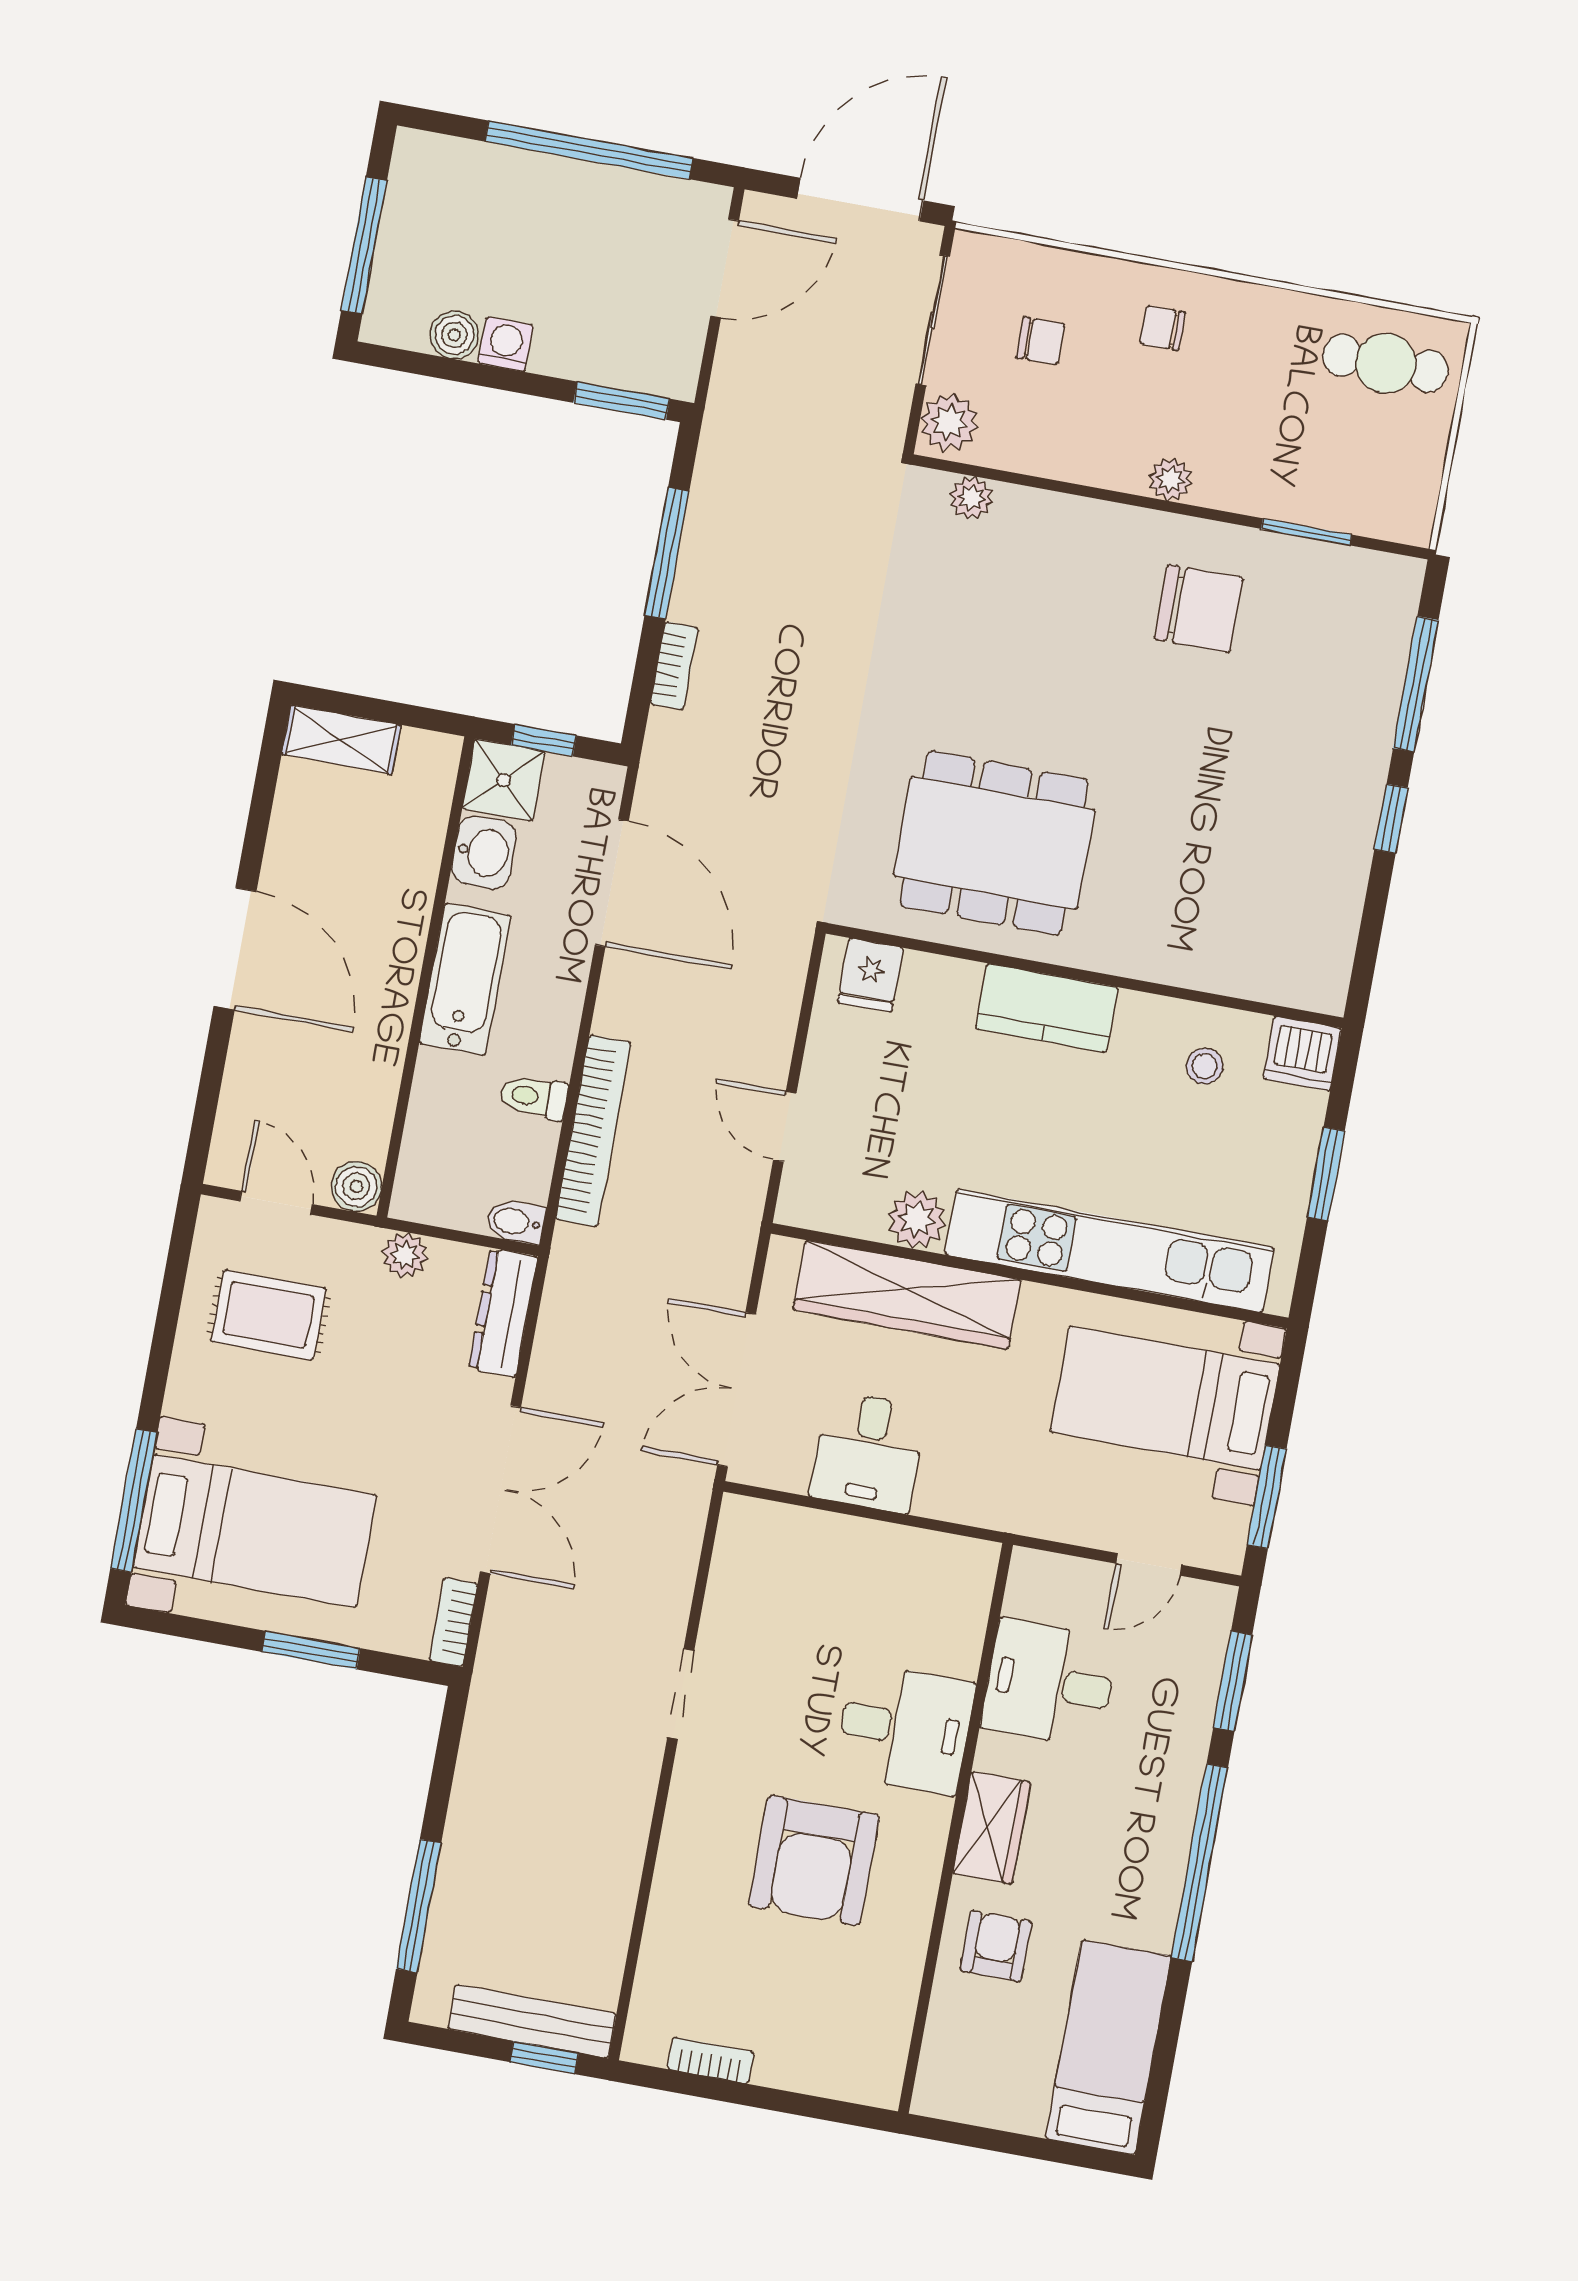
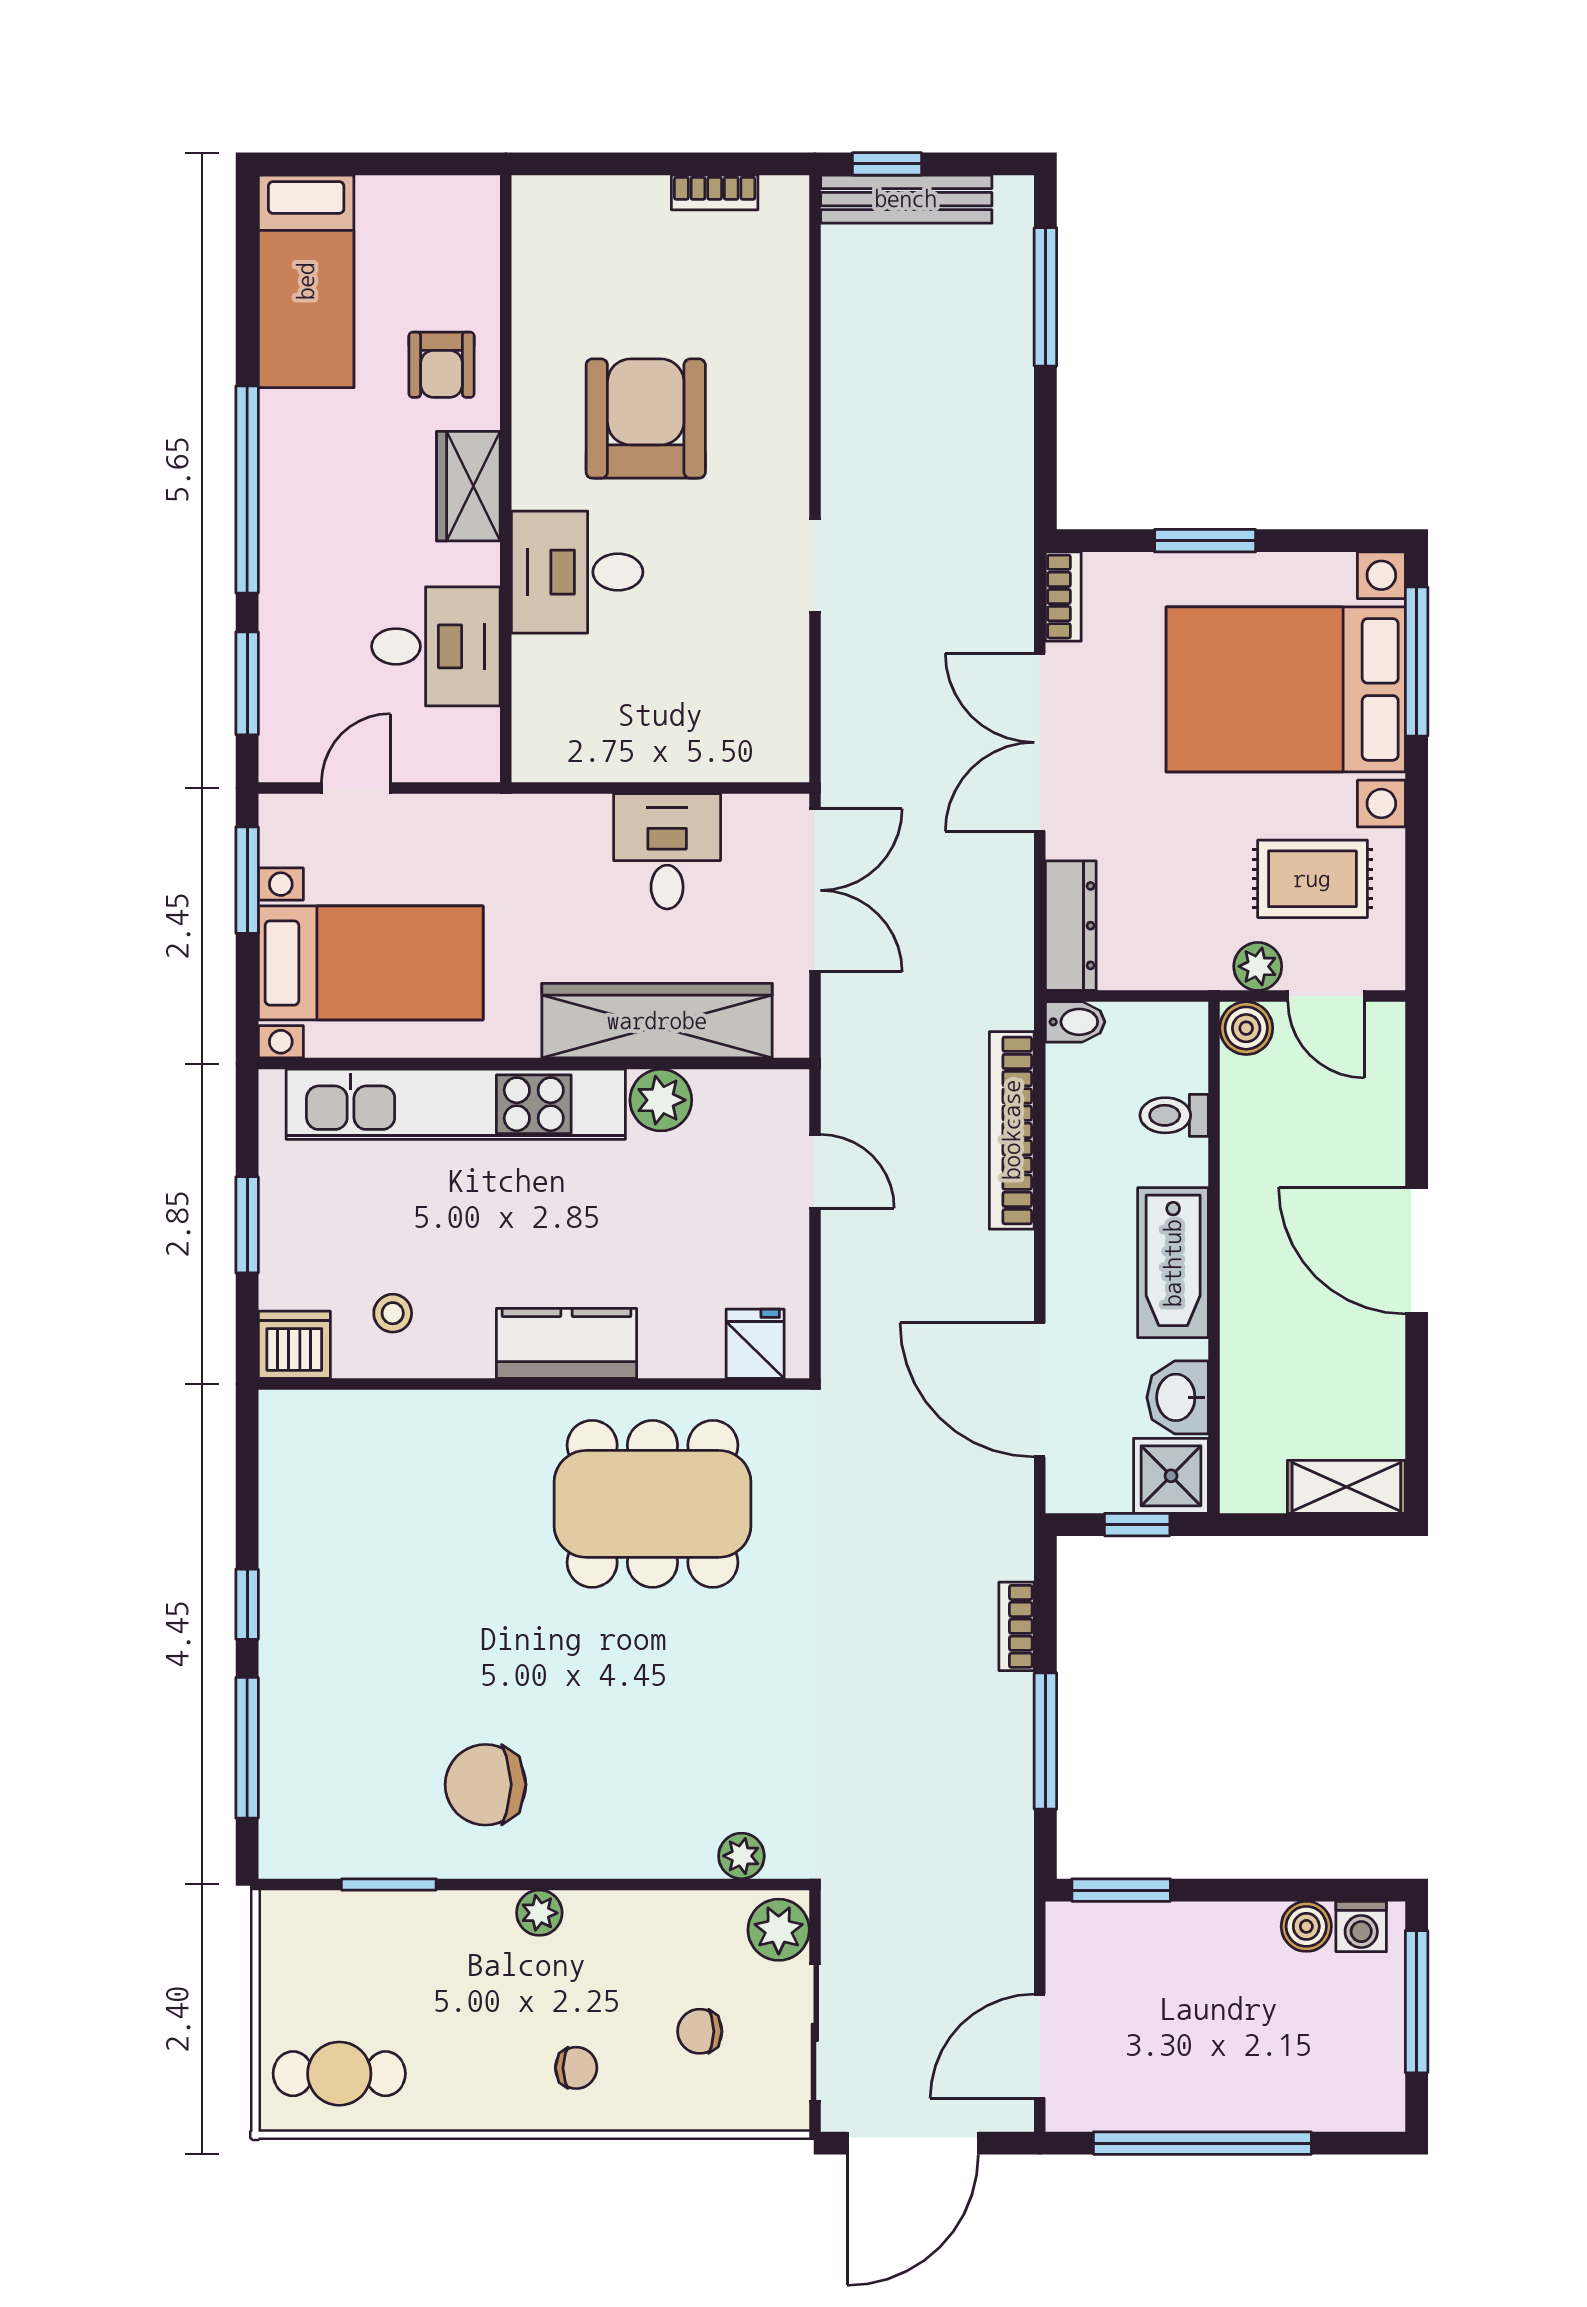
washing machine: (506, 344) -> (1361, 1926), moved
toilet: (534, 1097) -> (1174, 1115), moved, turned 180
plant: (405, 1255) -> (1258, 966), moved
bed with nightstands: (255, 1531) -> (1286, 689), width x1.36

